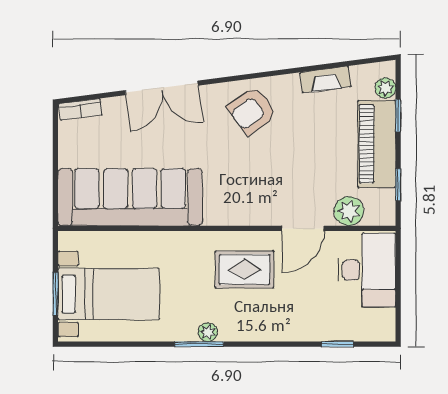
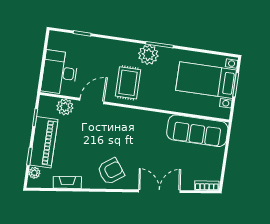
sofa: (130, 197) -> (197, 131), width x0.74, depth x0.79
rug: (244, 269) -> (128, 83), turned 90
plant: (208, 332) -> (148, 55), width x1.88, depth x1.88

